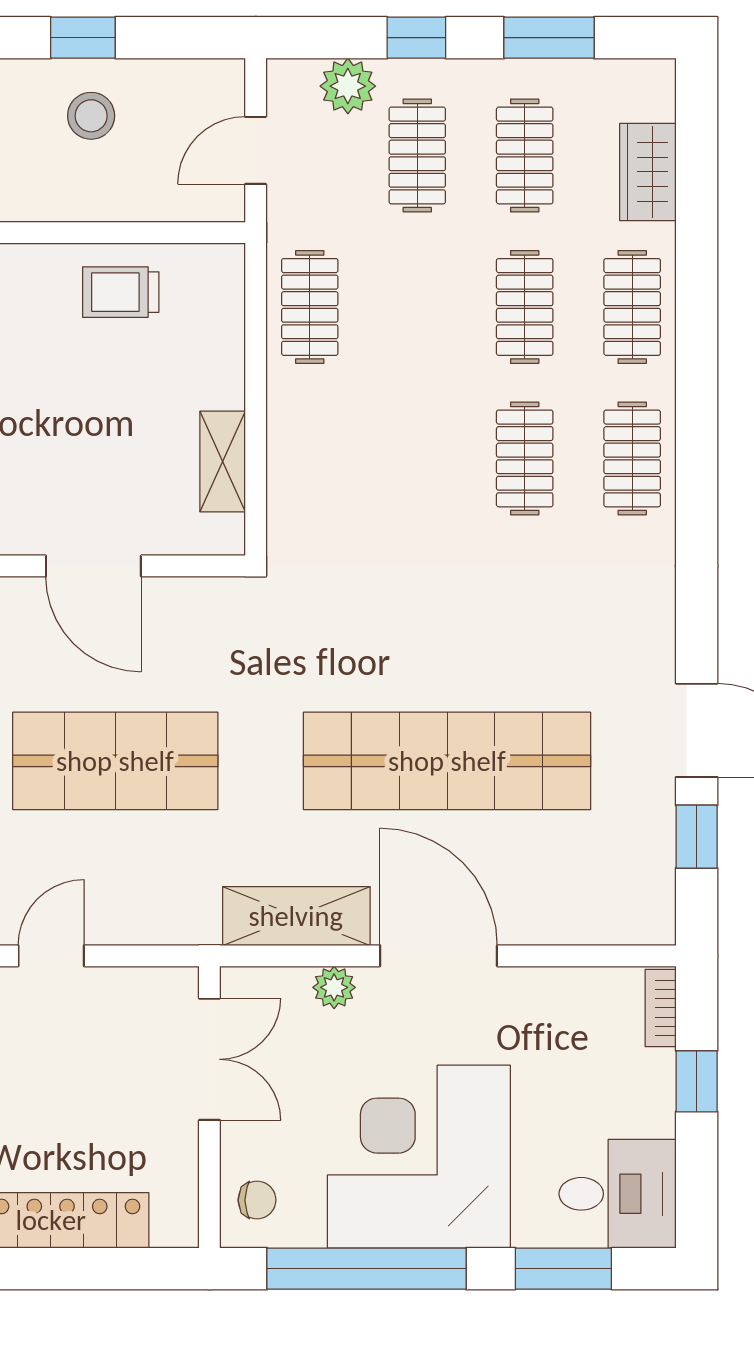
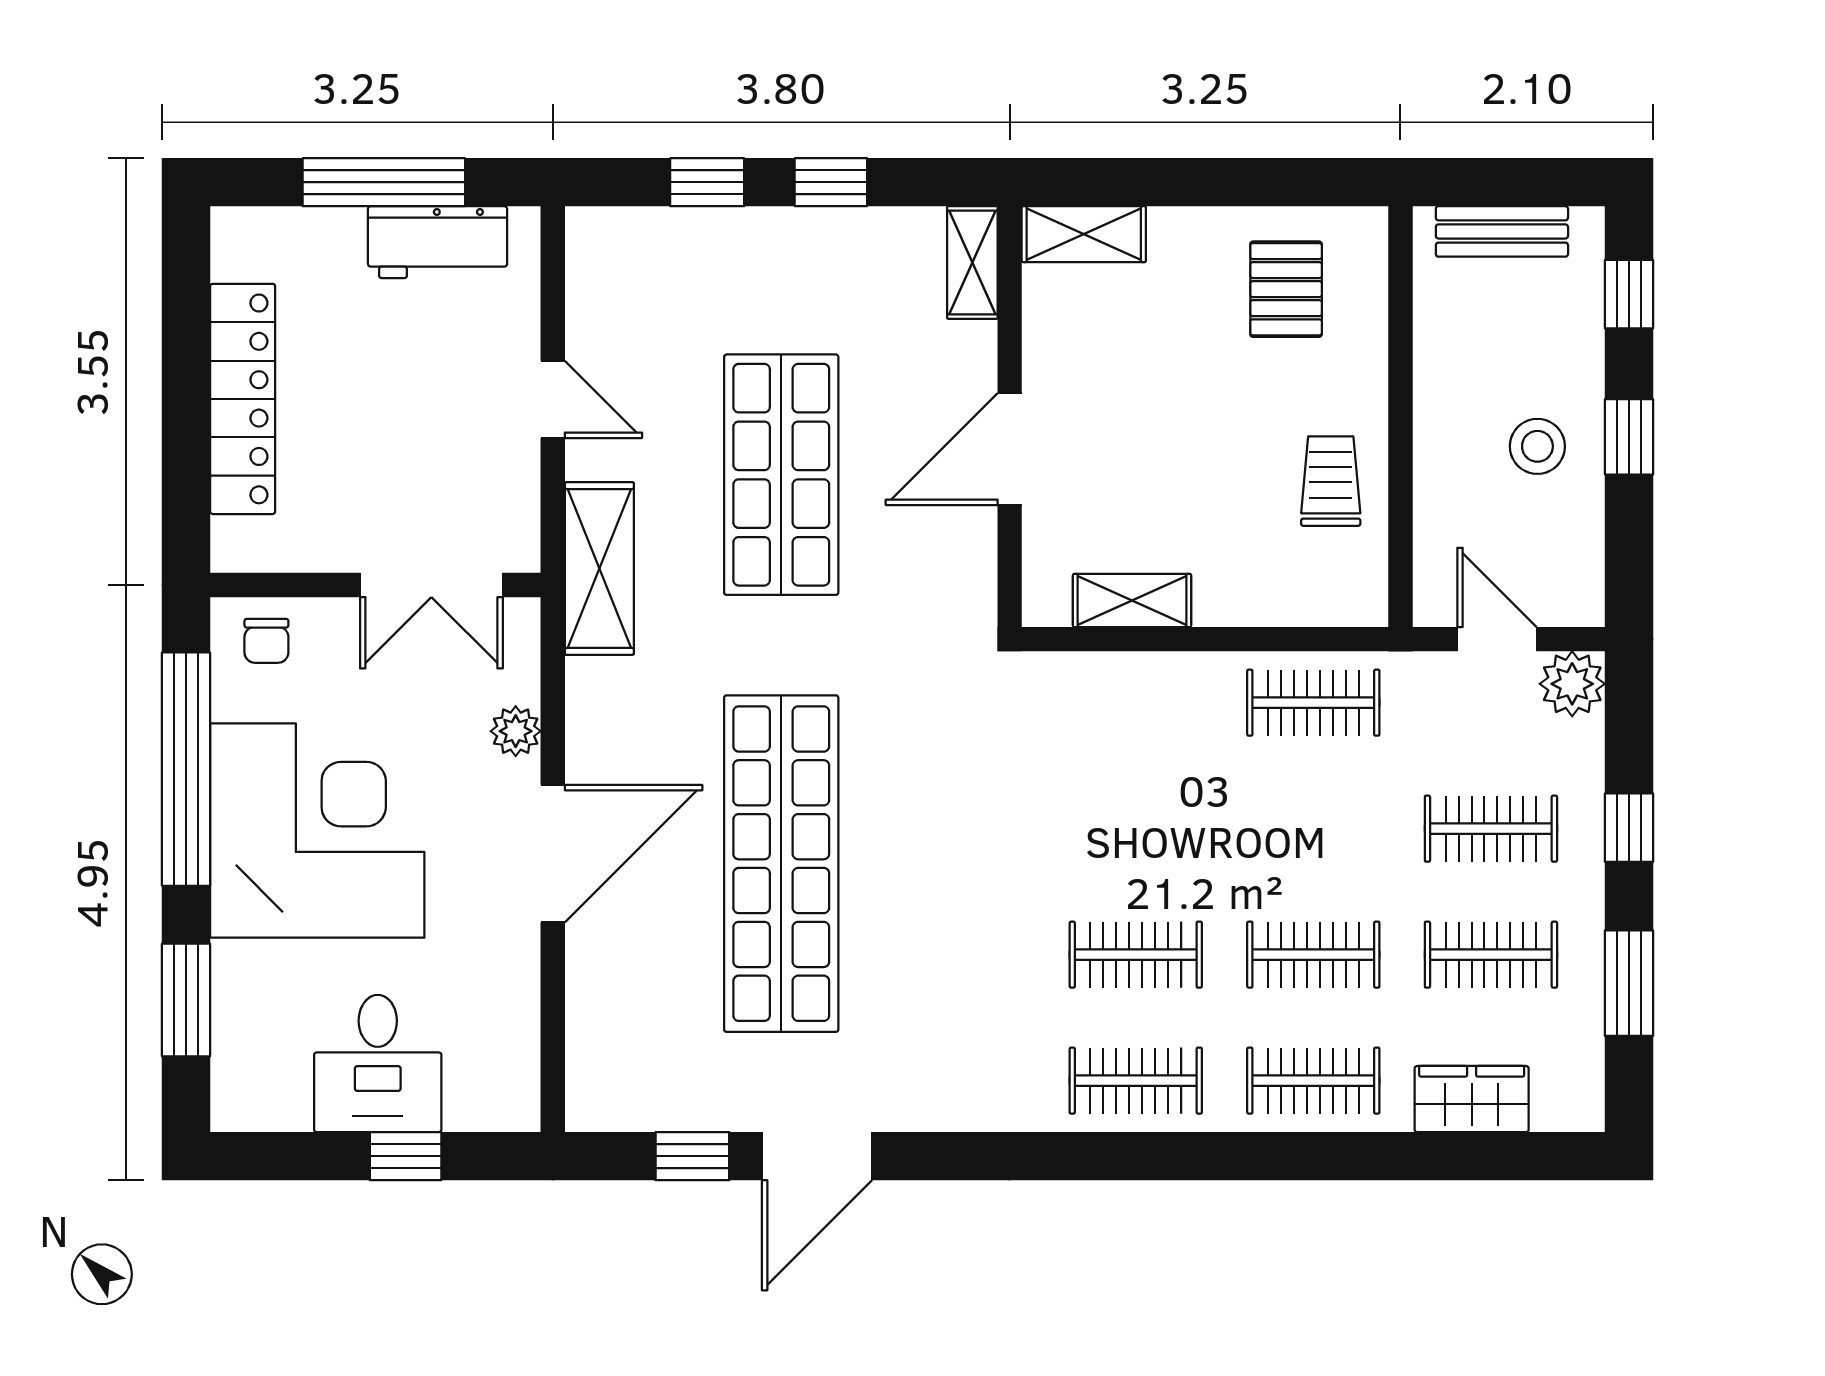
plant: (348, 86) -> (1572, 684), moved
shelving: (296, 916) -> (599, 569), moved
bookcase: (661, 1008) -> (492, 1114), removed
desk: (618, 1194) -> (378, 1063), moved

